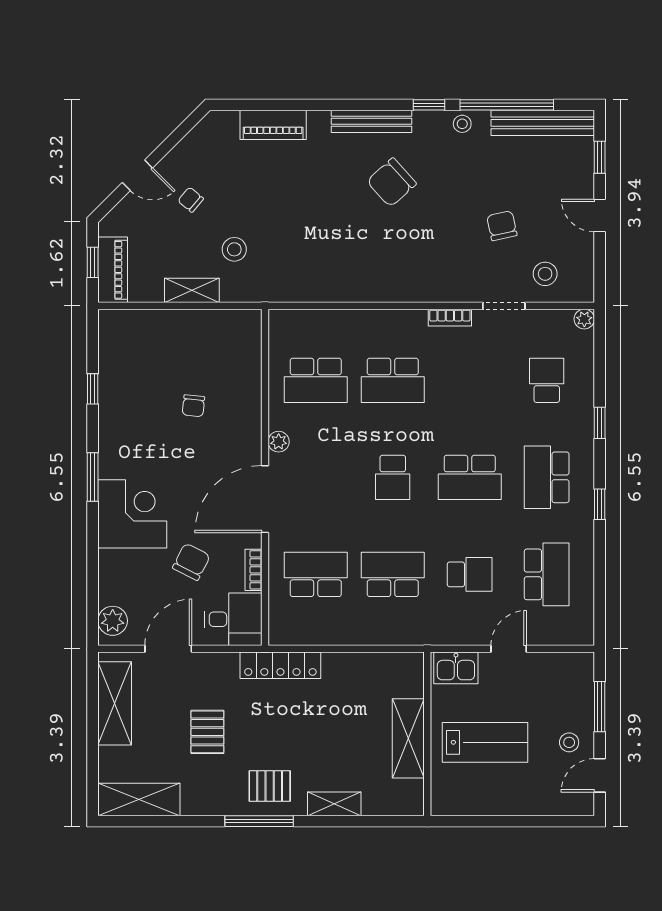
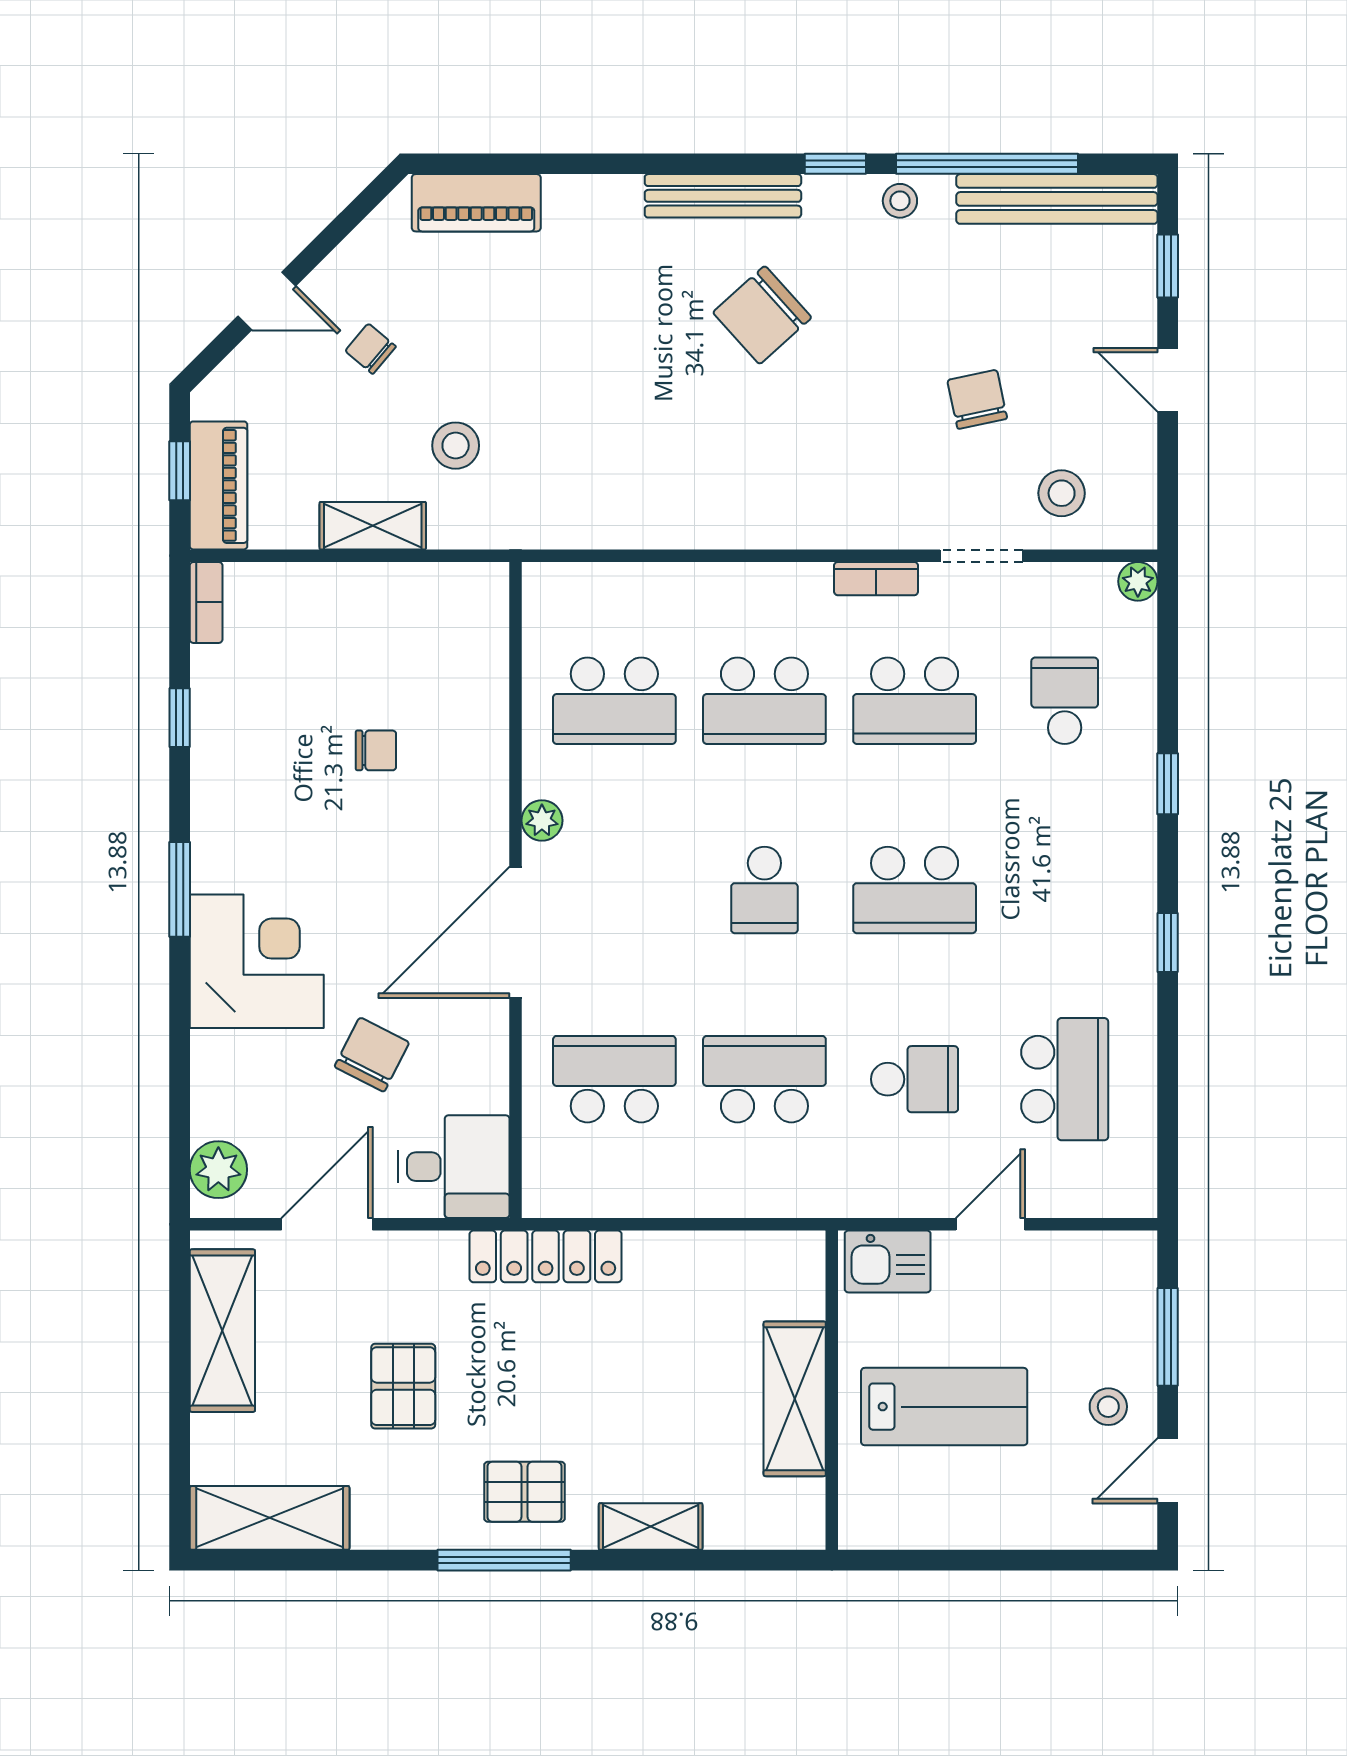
piano: (273, 125) -> (476, 203), moved
chair: (193, 406) -> (376, 750), turned -96
school desk: (547, 477) -> (915, 701), moved, turned -90
bookcase: (254, 570) -> (206, 602), moved, turned 180

